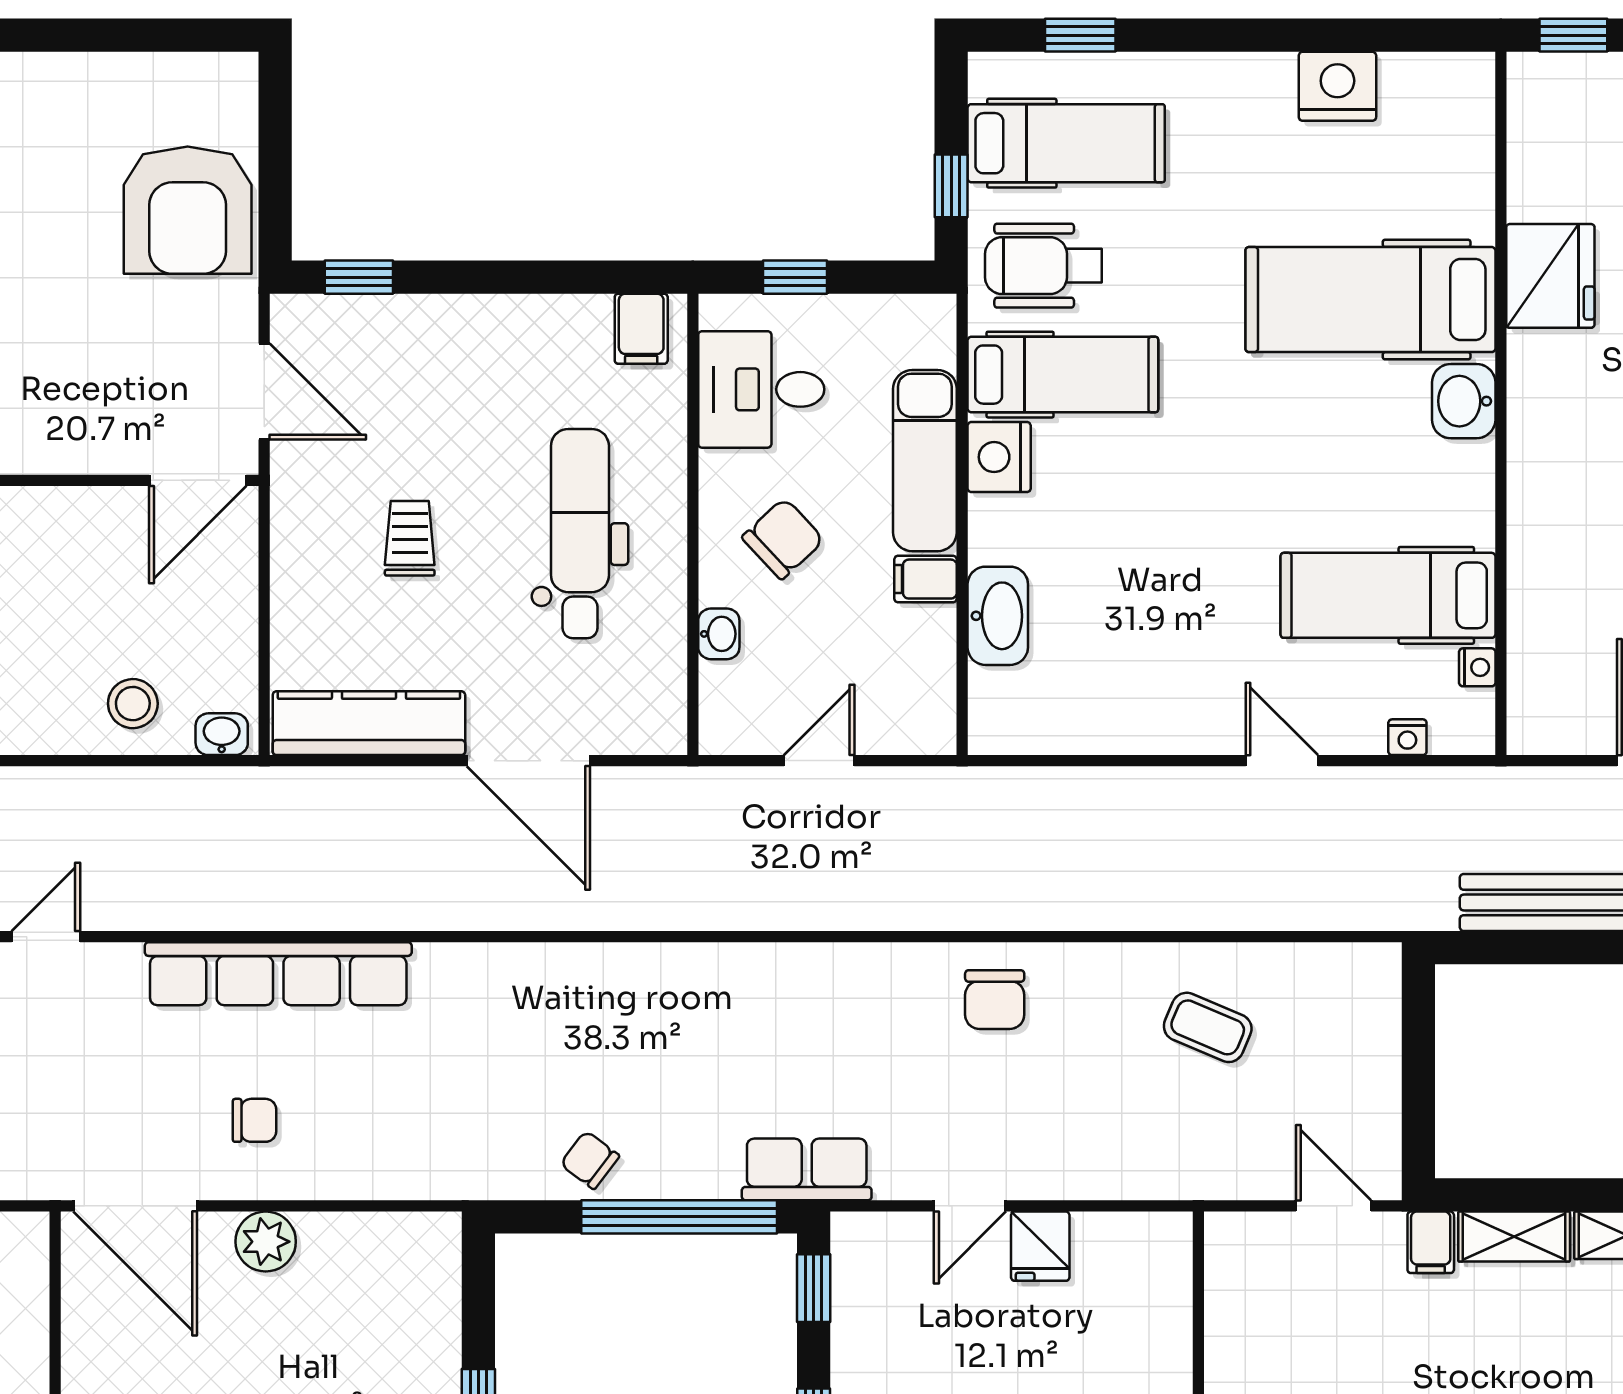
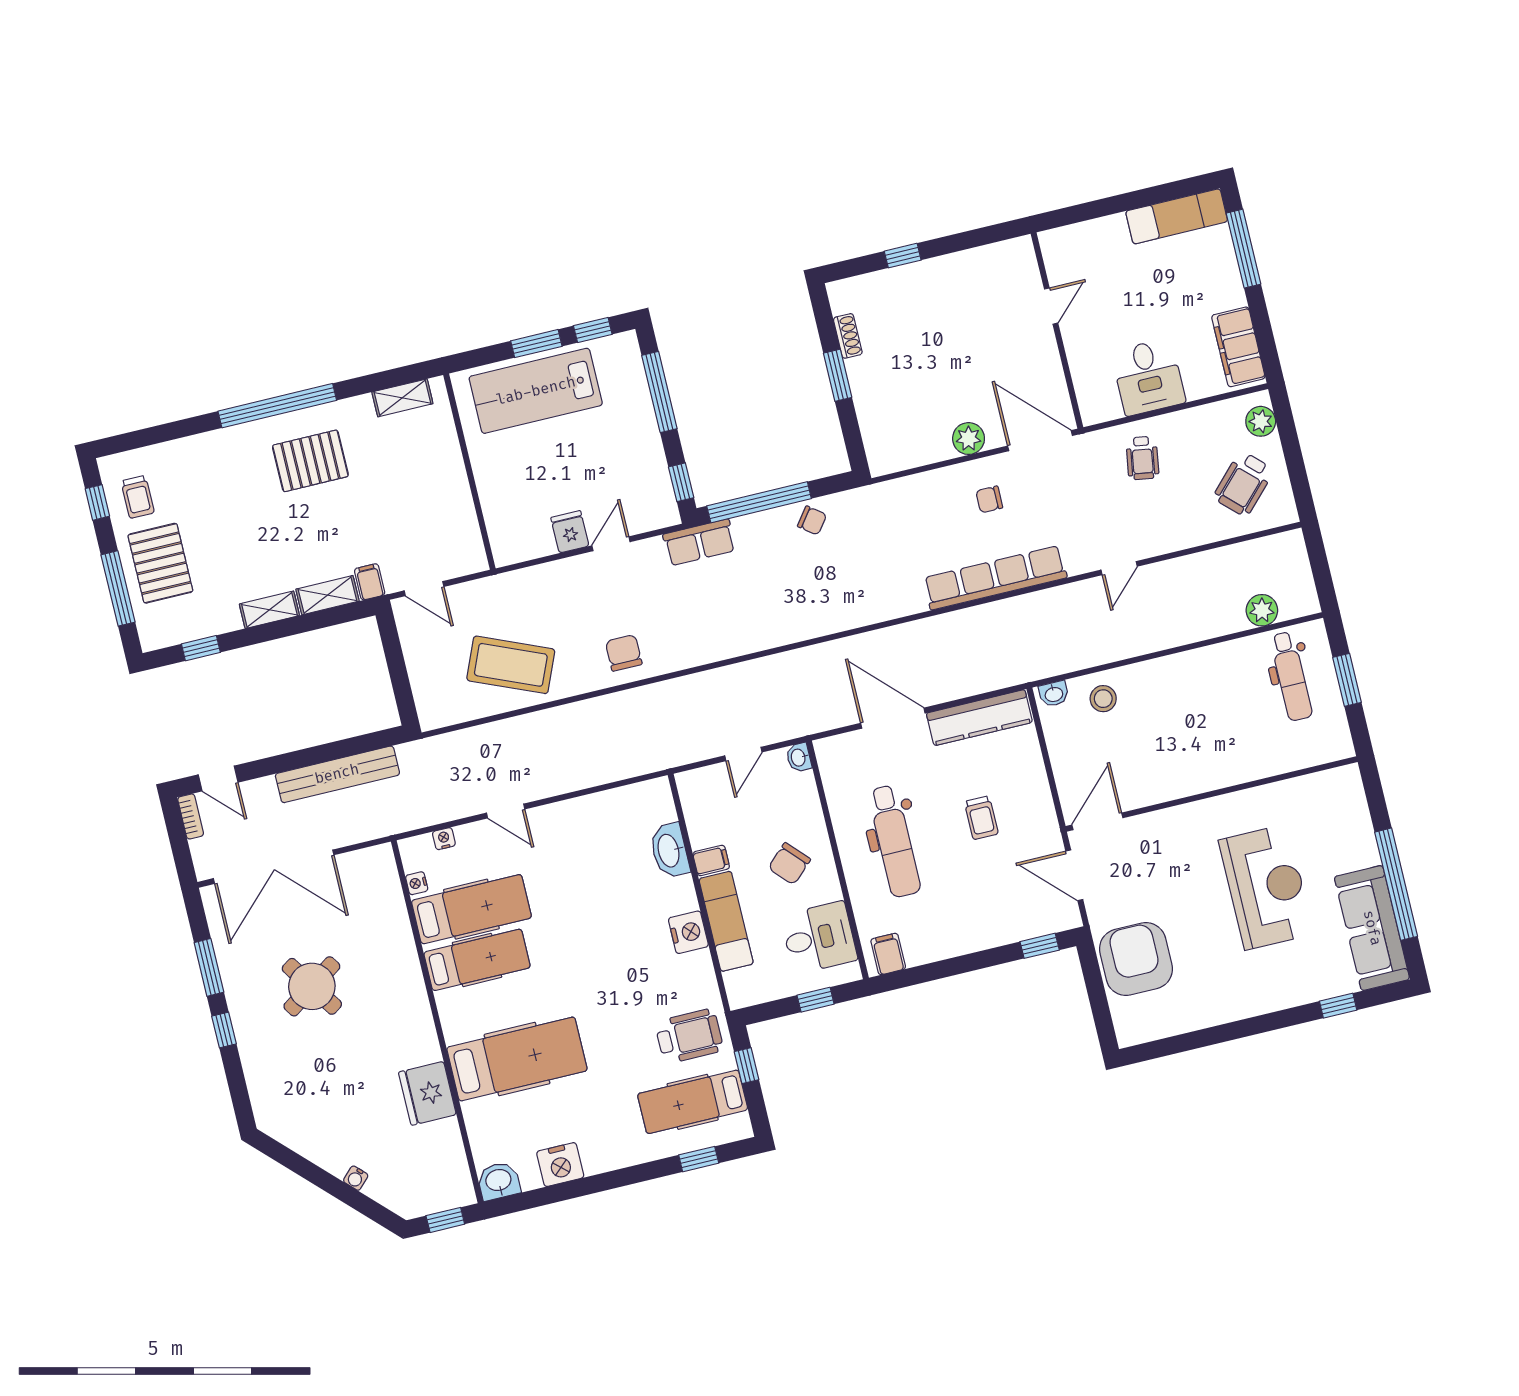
hospital bed: (1063, 375) -> (477, 960), moved, turned 180
washbasin: (1464, 401) -> (499, 1181), moved, turned -90
washbasin: (719, 634) -> (799, 757), moved
coffee table: (1208, 1027) -> (511, 665), width x1.86, depth x1.72

